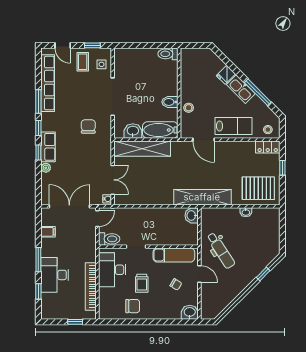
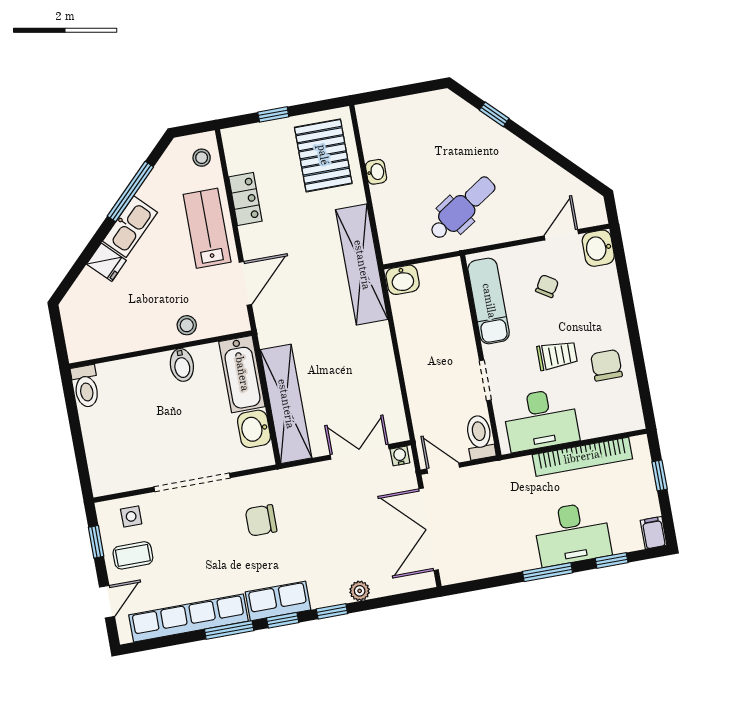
row of seats: (48, 147) -> (278, 601), moved
locker: (268, 147) -> (245, 199), moved
filing cabinet: (48, 232) -> (654, 533), moved
door: (199, 274) -> (561, 235), moved

